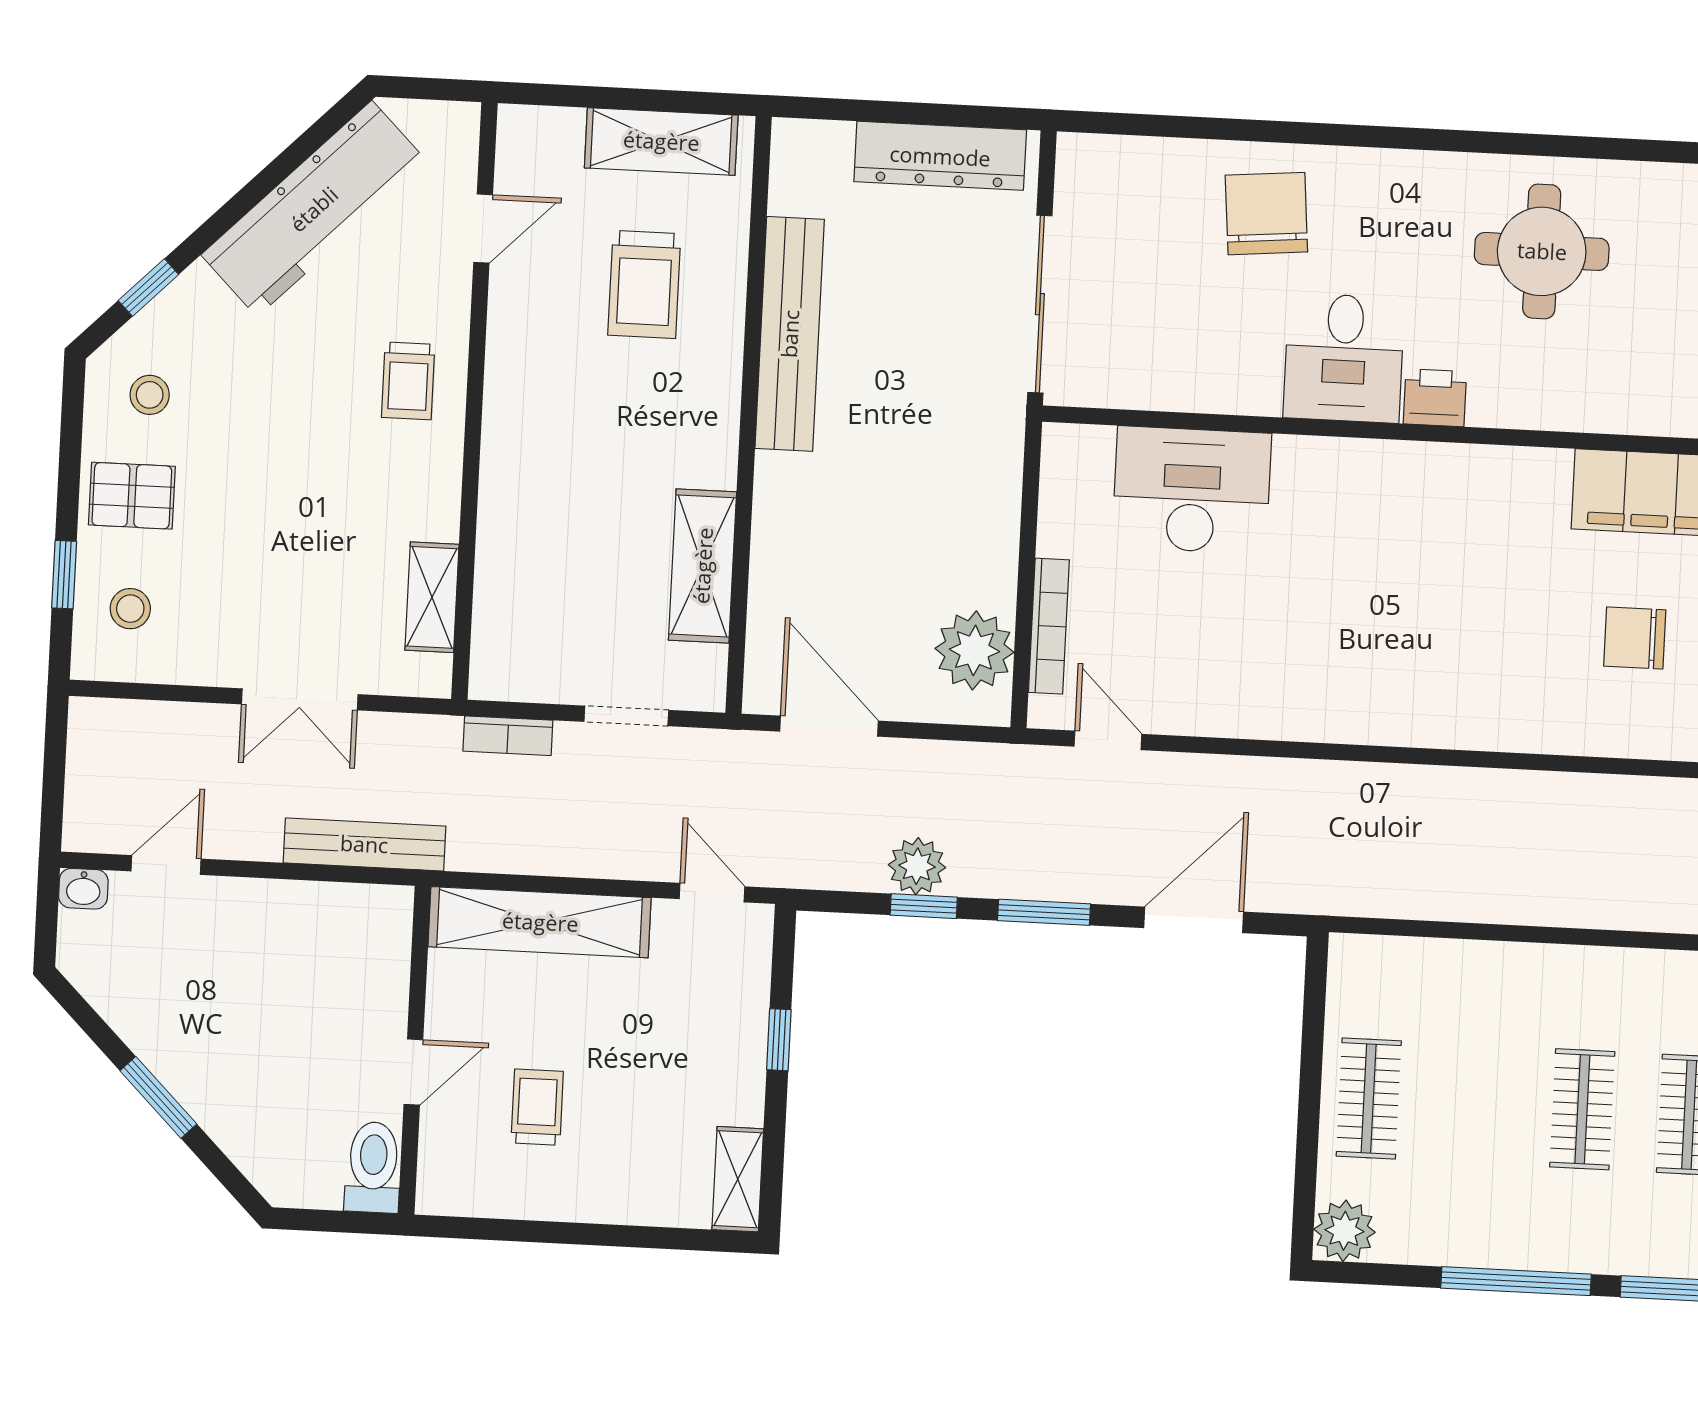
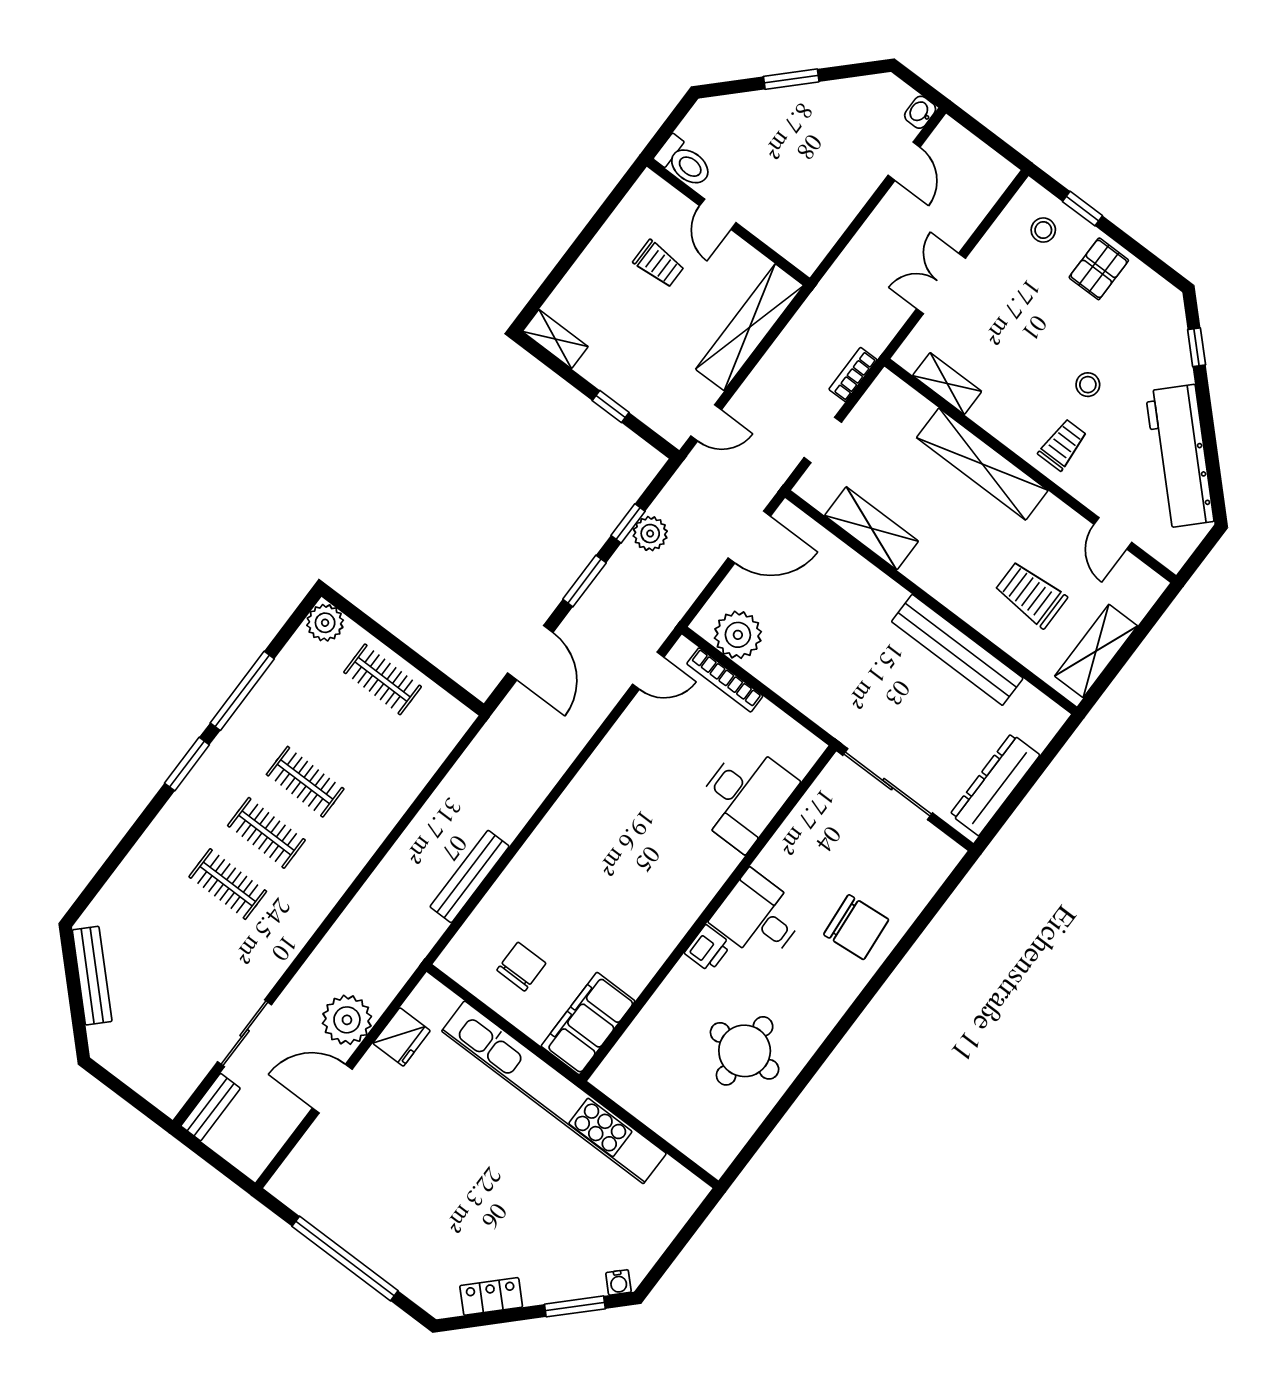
trolley: (408, 381) -> (1063, 445), turned 90
stool: (150, 395) -> (1088, 385), moved
shelving: (510, 474) -> (982, 464), added
bench: (364, 844) -> (470, 877), moved

